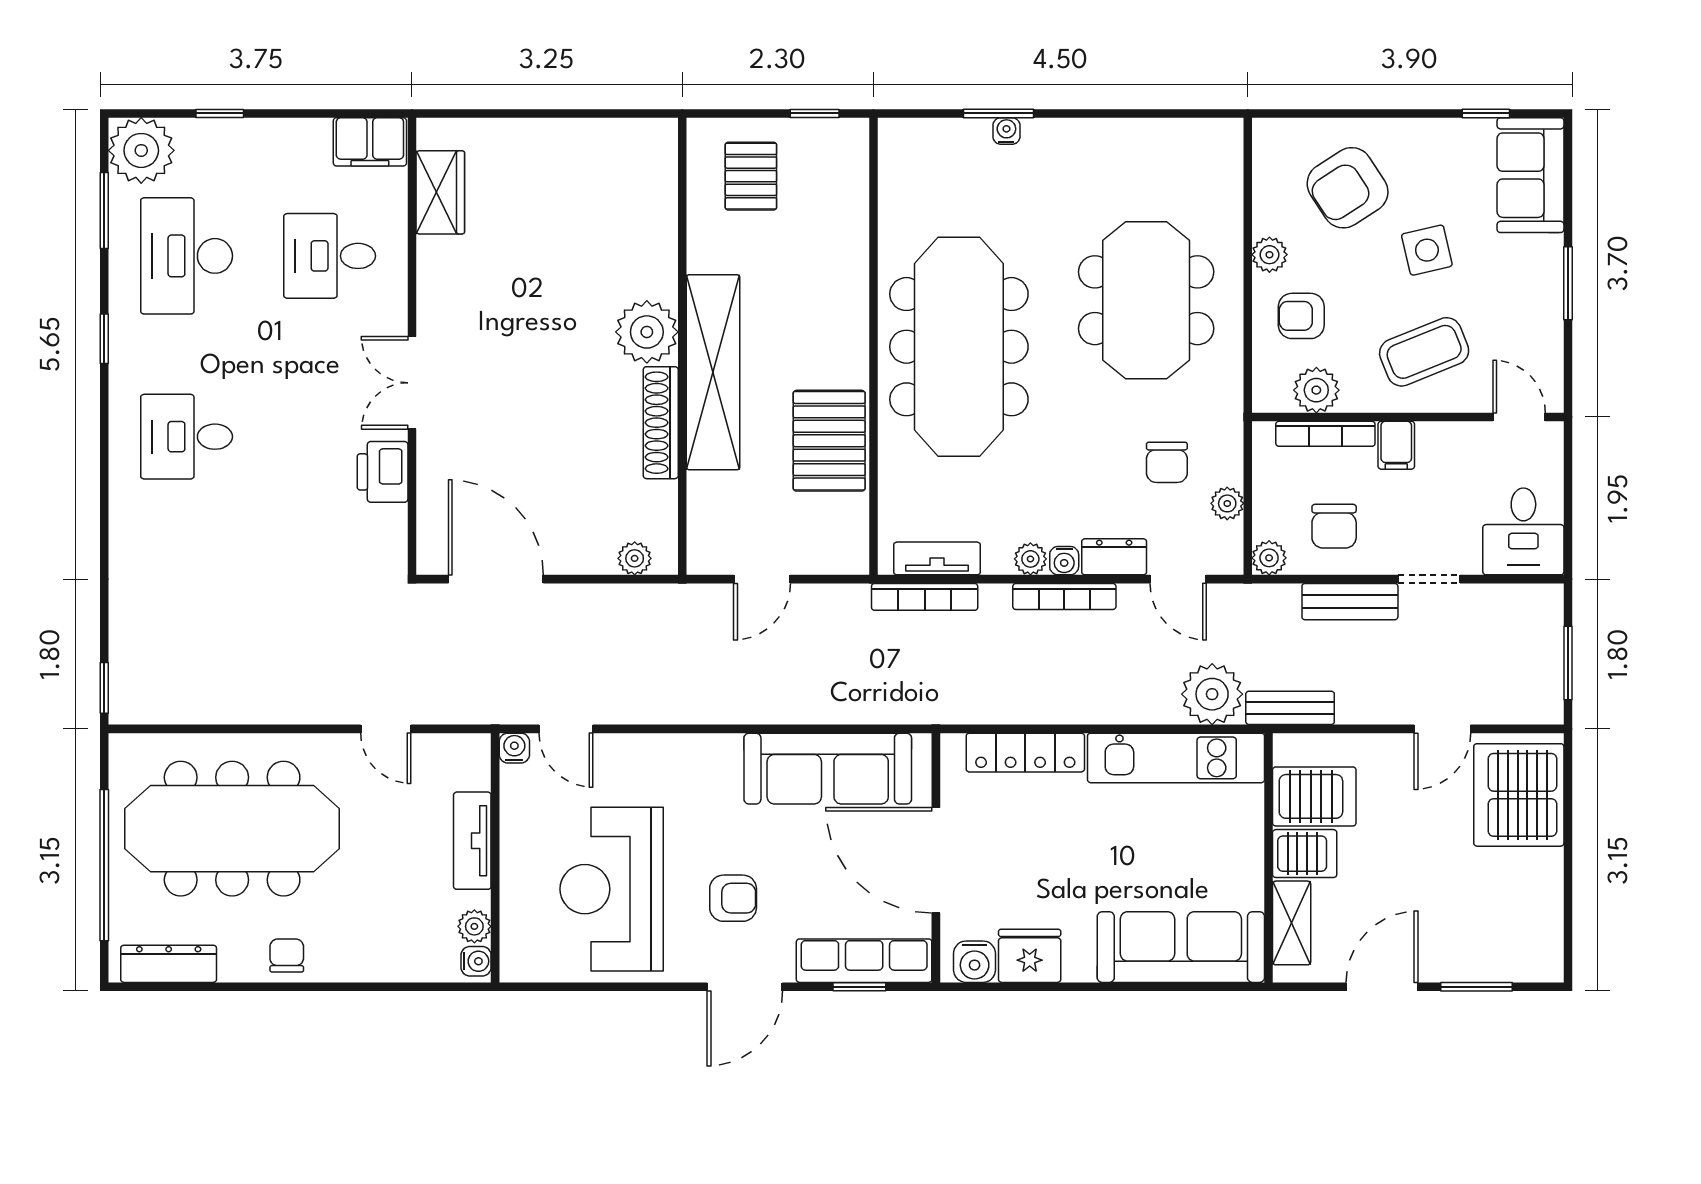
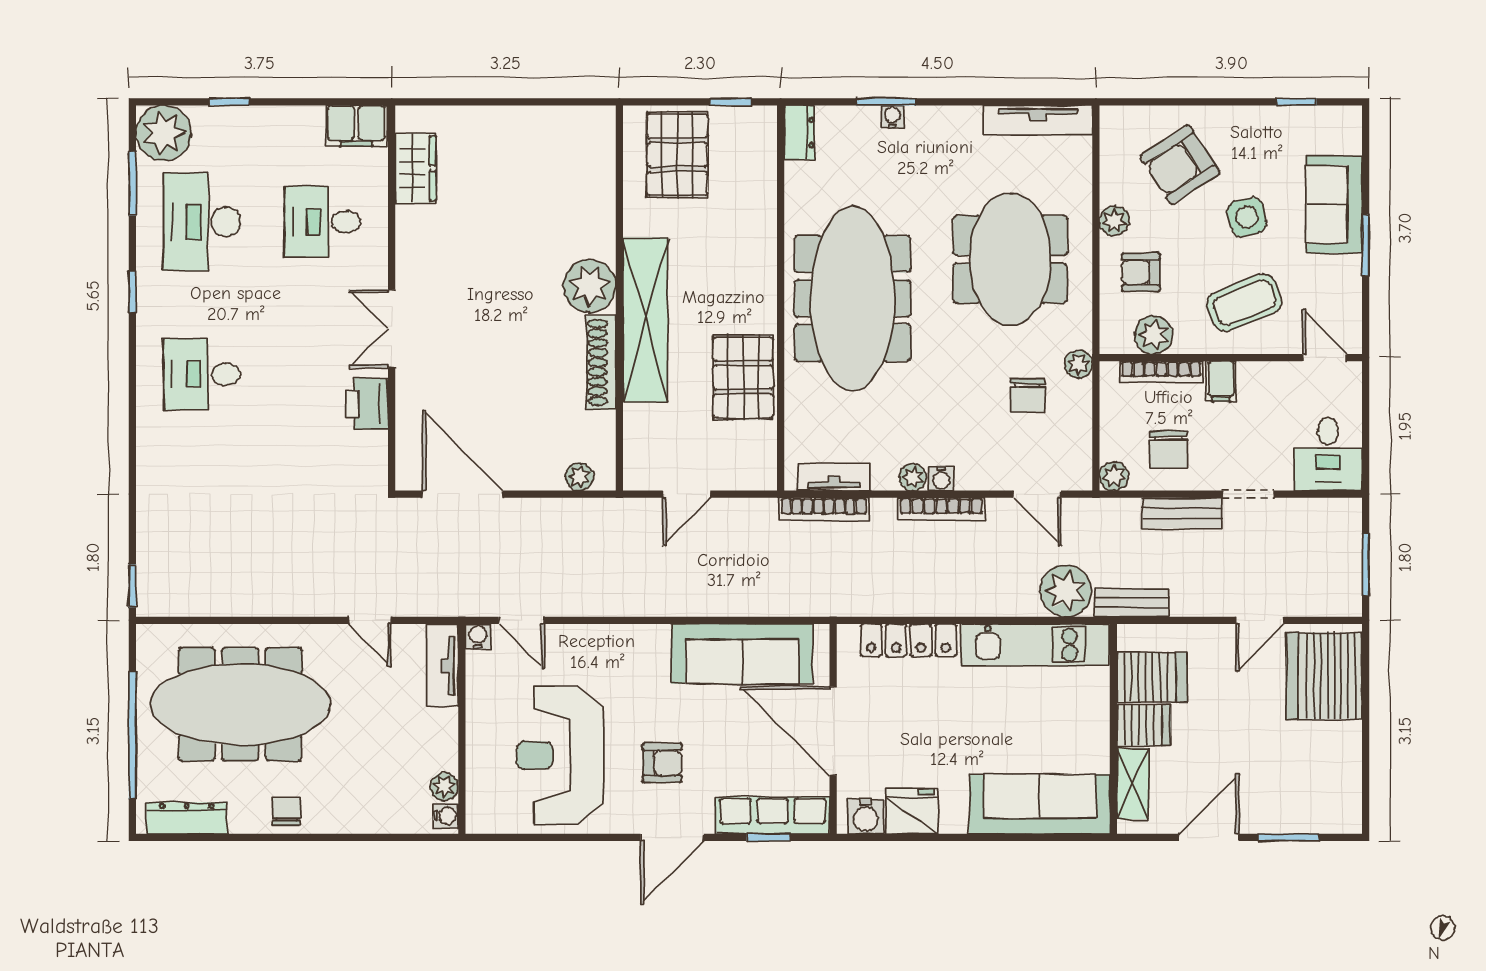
tv unit: (1179, 135) -> (1038, 120), added
sofa: (1530, 175) -> (1334, 204), moved
pallet: (751, 176) -> (677, 155), width x1.50, depth x1.42
plant: (1227, 503) -> (1079, 364), moved
dresser: (1114, 557) -> (799, 133), moved, turned 90
tv unit: (472, 841) -> (443, 666), moved

